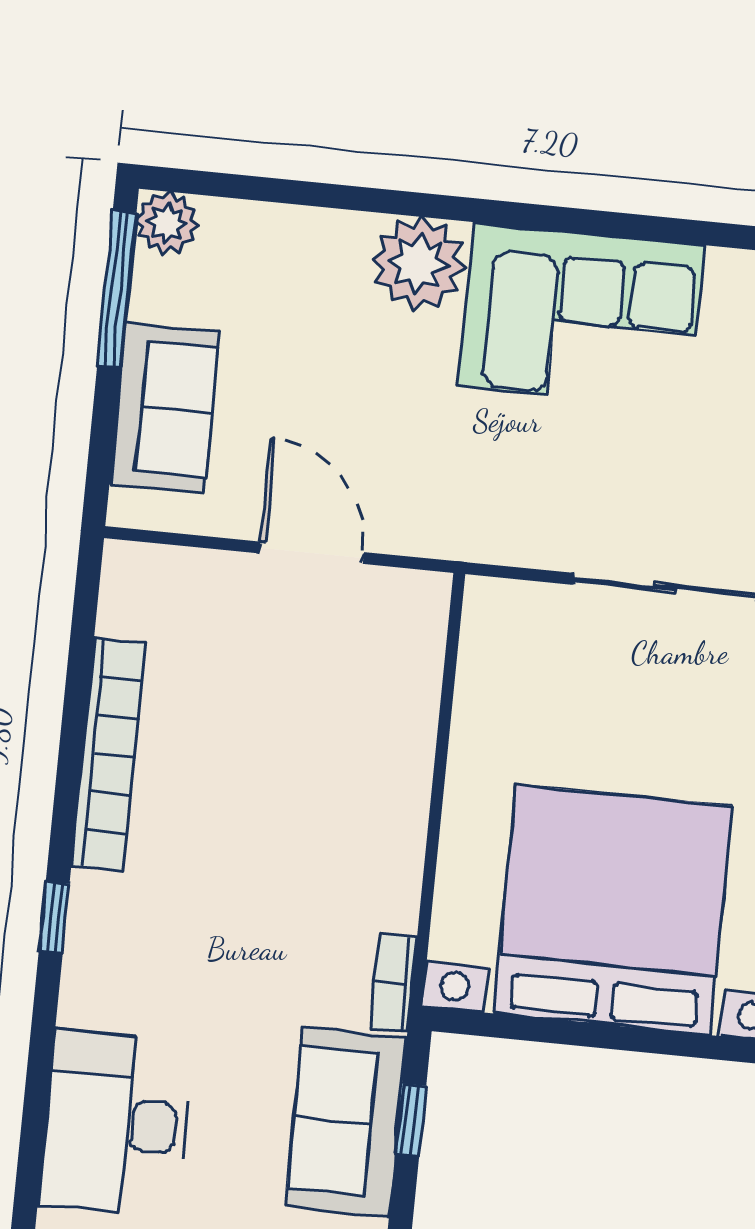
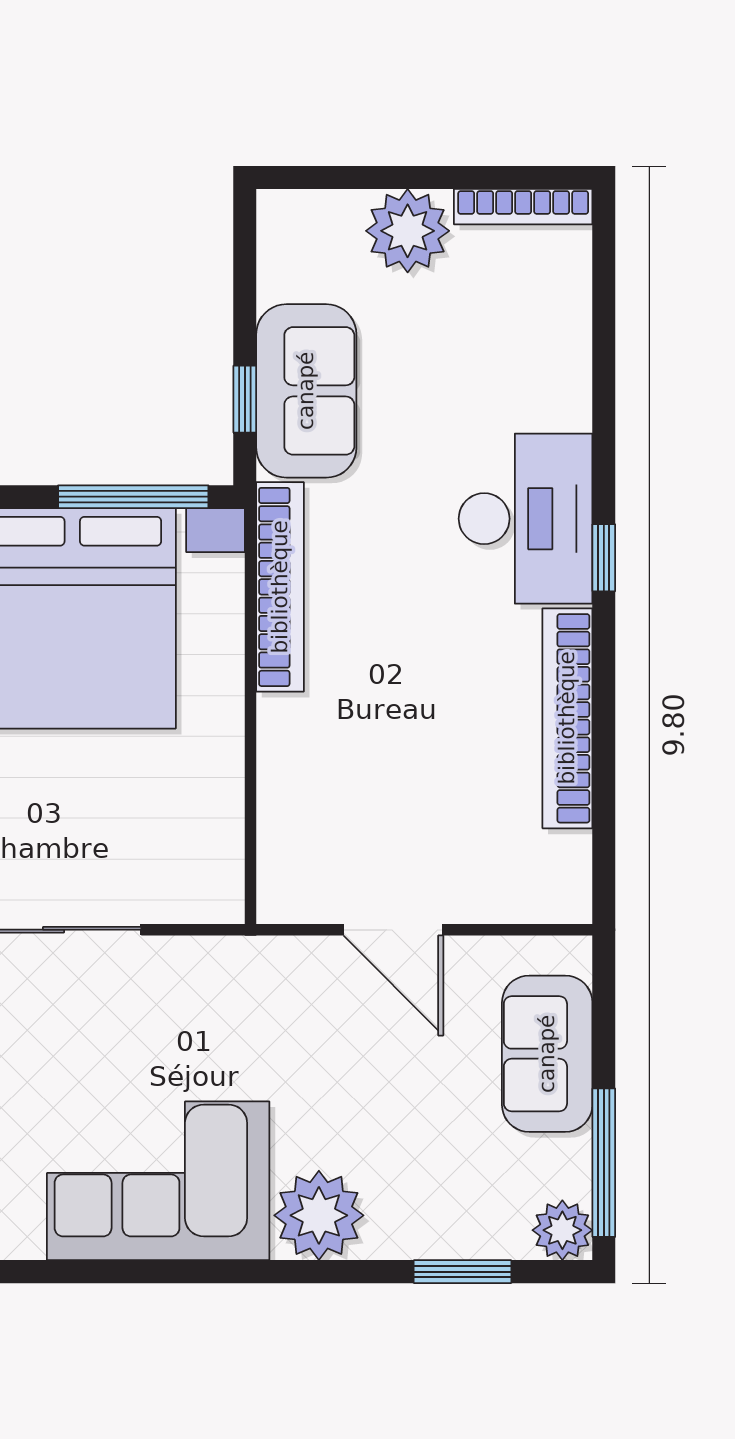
window: (275, 190) -> (463, 1272), added
bookcase: (393, 983) -> (280, 587), width x2.31, depth x1.31
window: (537, 1030) -> (133, 497), added
desk: (116, 1124) -> (526, 519), moved

